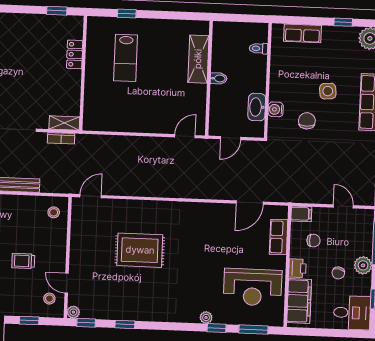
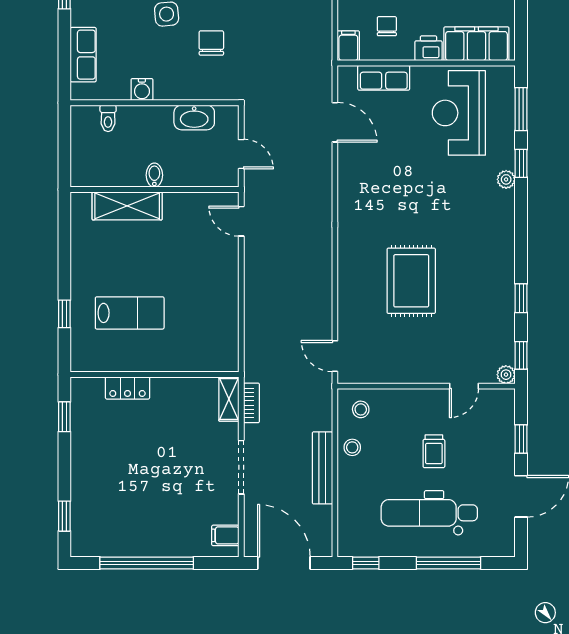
water cooler: (276, 109) -> (142, 89), moved
chair: (307, 121) -> (211, 43), turned 90
reception desk: (253, 287) -> (459, 113), turned 180
stool: (49, 299) -> (352, 447), moved

